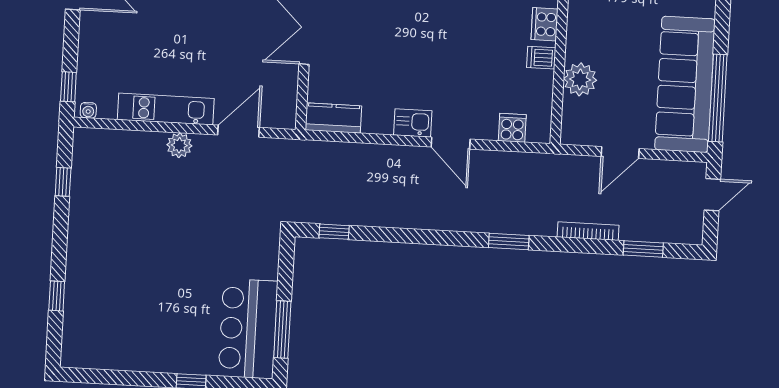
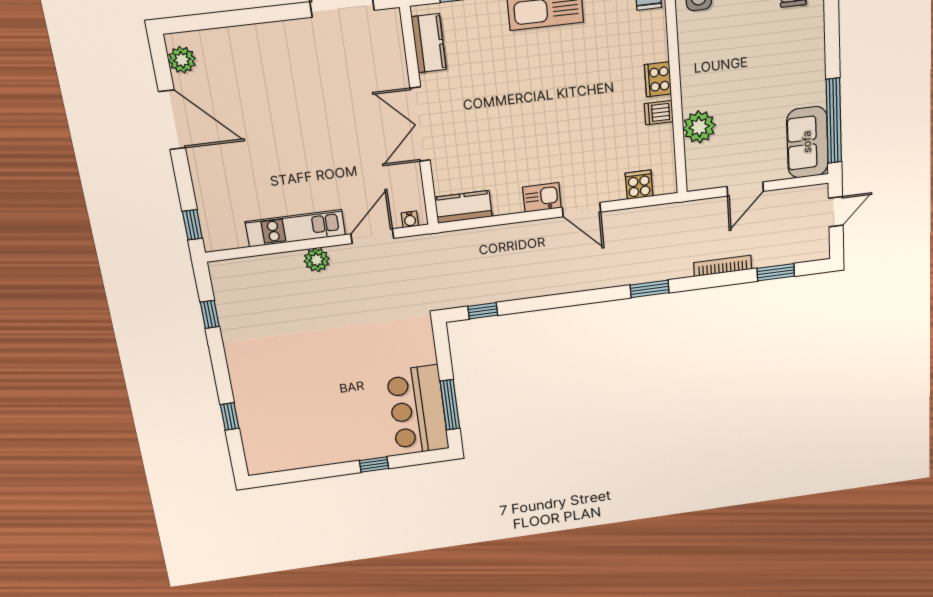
sofa: (685, 84) -> (807, 142), width x0.54, depth x0.79
water cooler: (88, 110) -> (410, 219), moved

